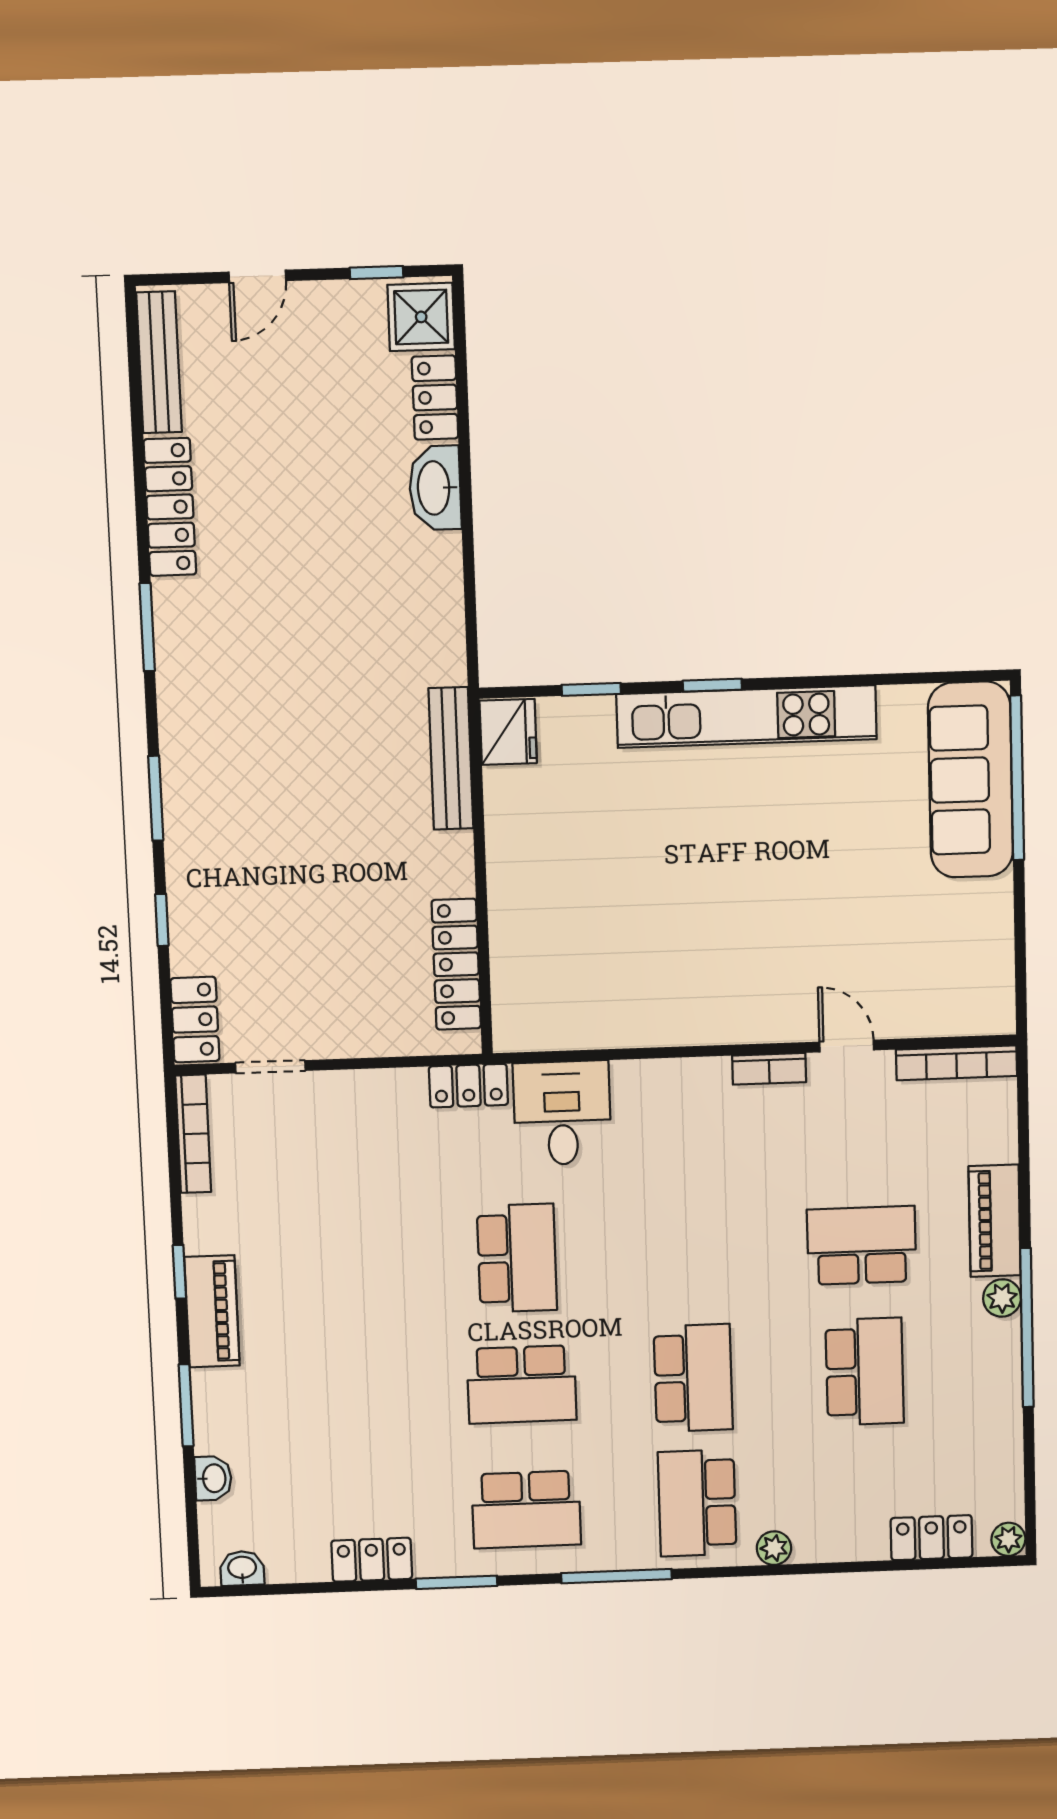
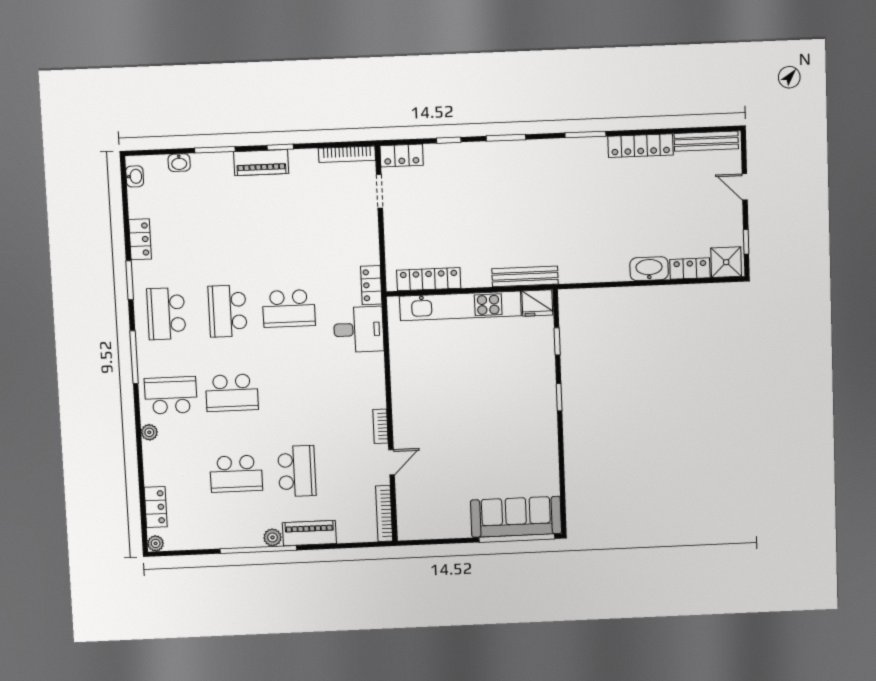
kitchen unit: (747, 717) -> (460, 306), moved, turned -90

